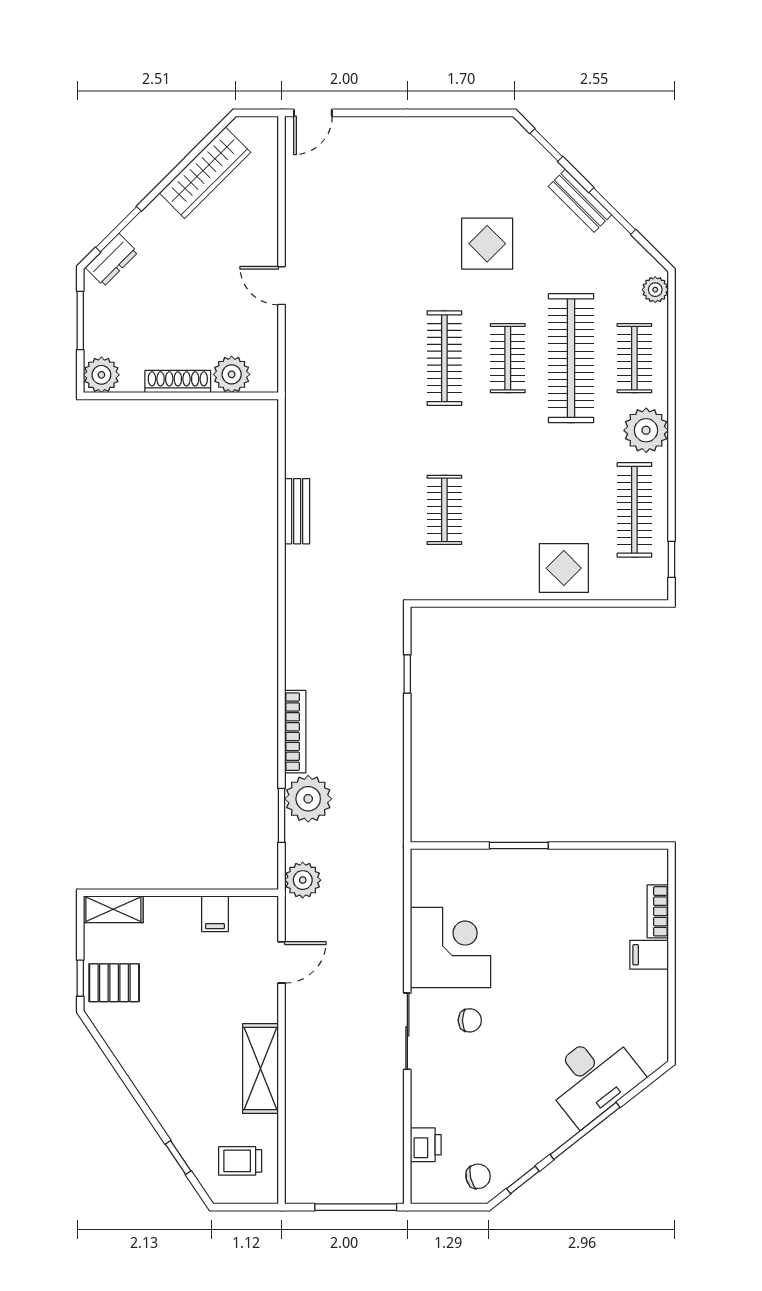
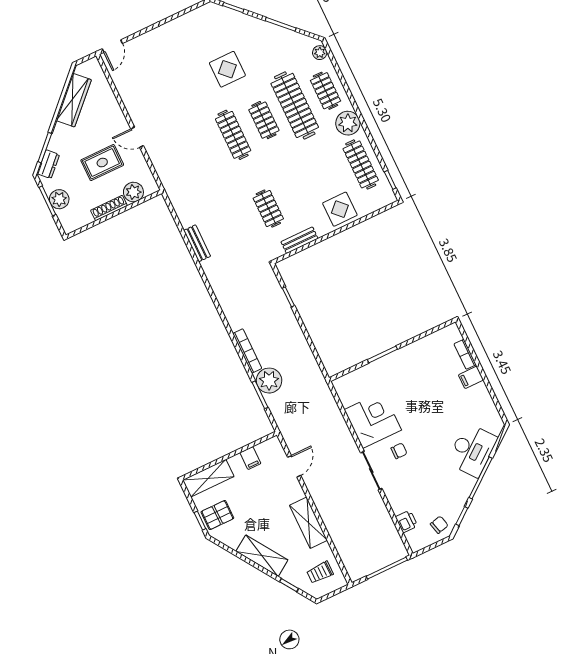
bench: (580, 201) -> (299, 240), moved, turned -45
rug: (203, 300) -> (102, 163), added
plant: (101, 375) -> (59, 199), moved
plant: (303, 880) -> (285, 421), removed
shelving: (113, 909) -> (208, 478), width x1.50, depth x1.33
shelving: (156, 1086) -> (262, 556), added

